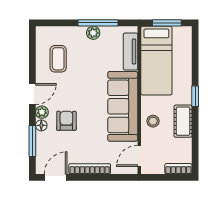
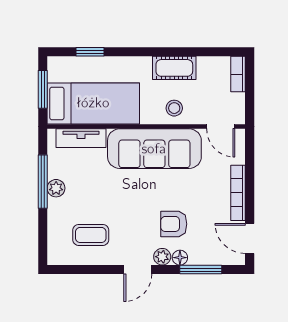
door: (32, 94) -> (138, 270), swing flipped
window: (195, 96) -> (90, 52), moved

